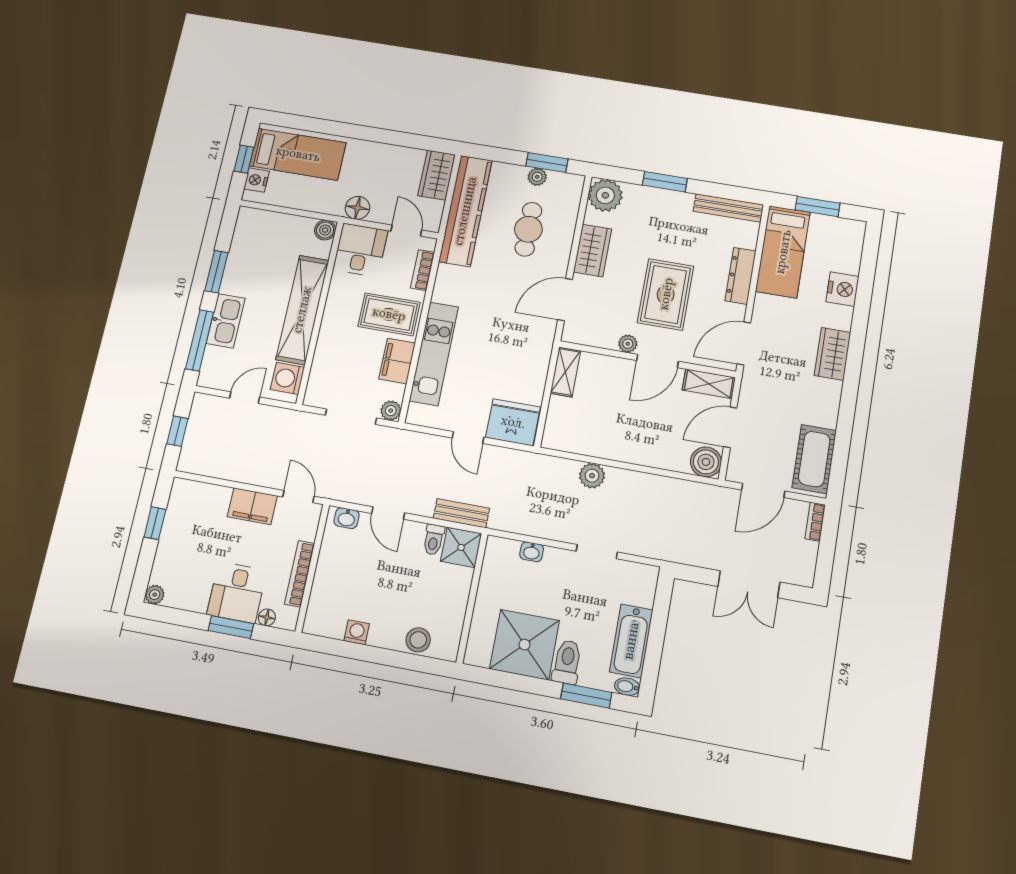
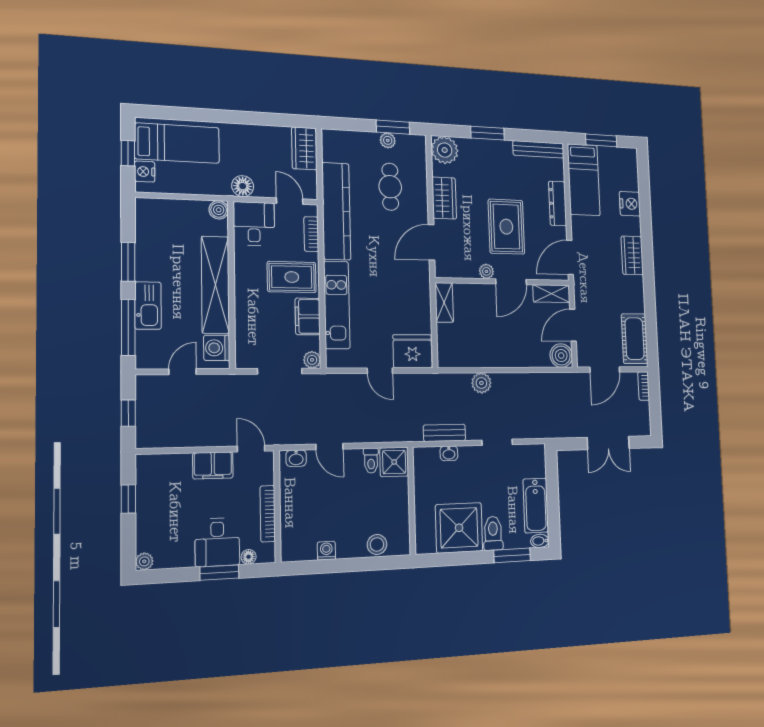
kitchen counter: (465, 211) -> (336, 211), moved
bench: (461, 513) -> (444, 433), moved

